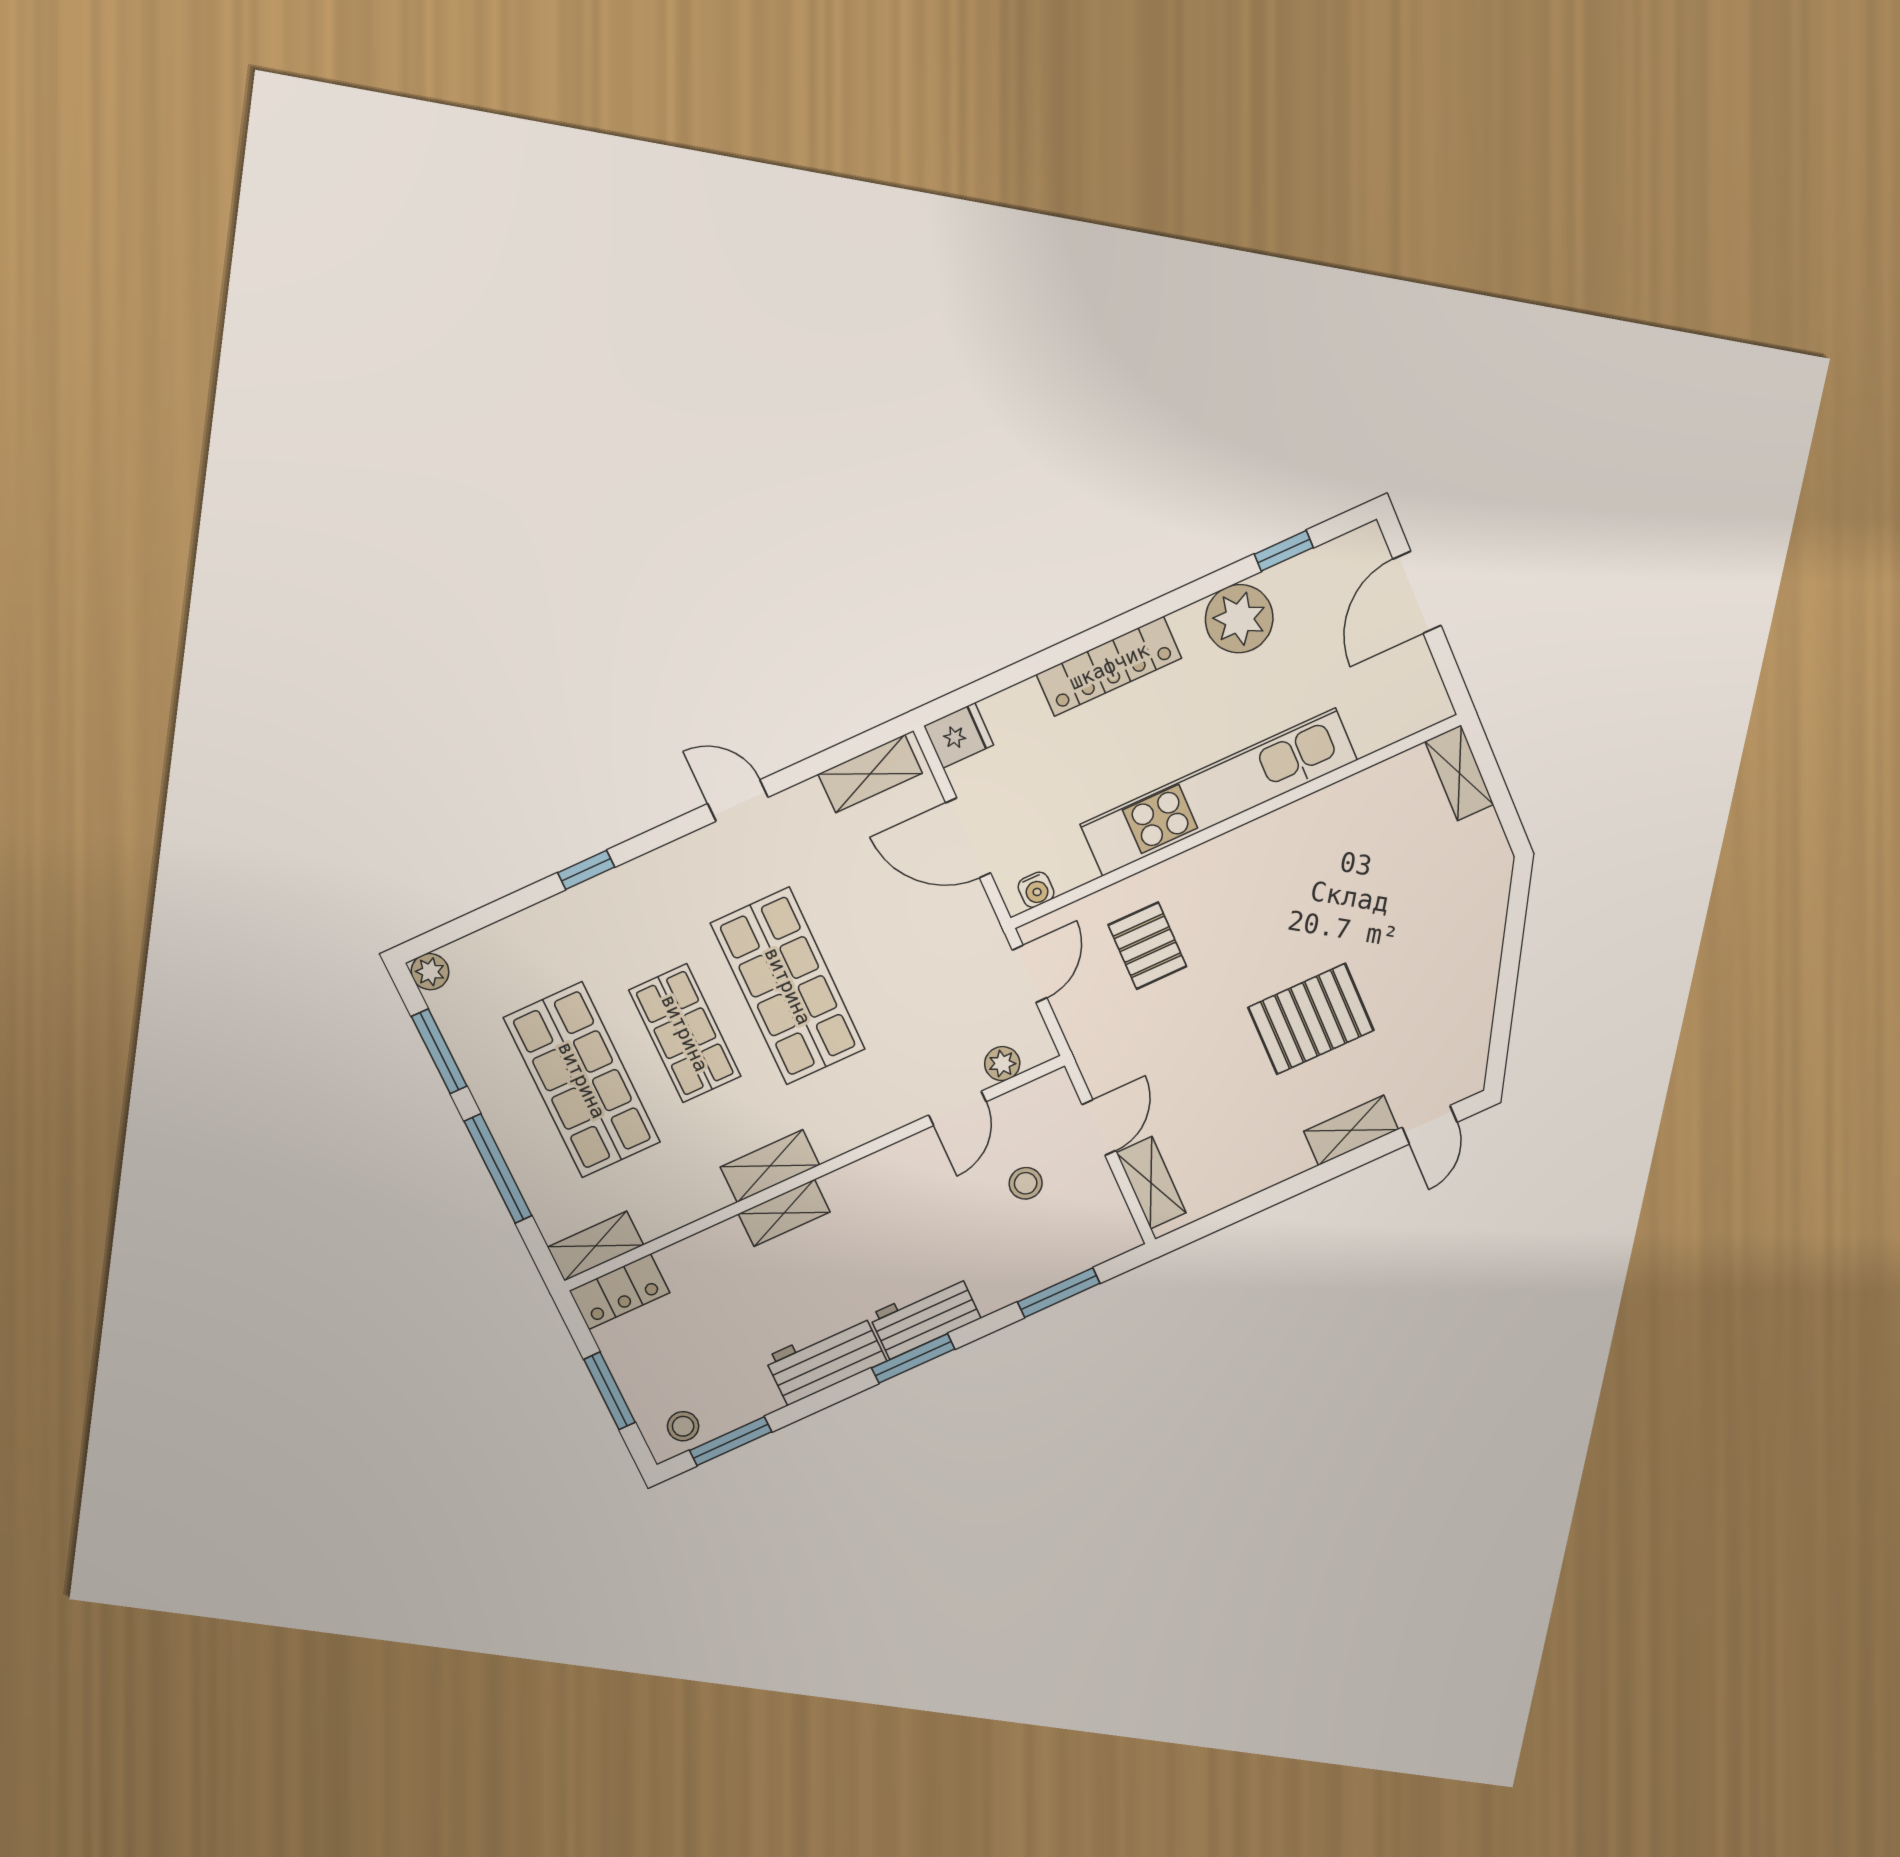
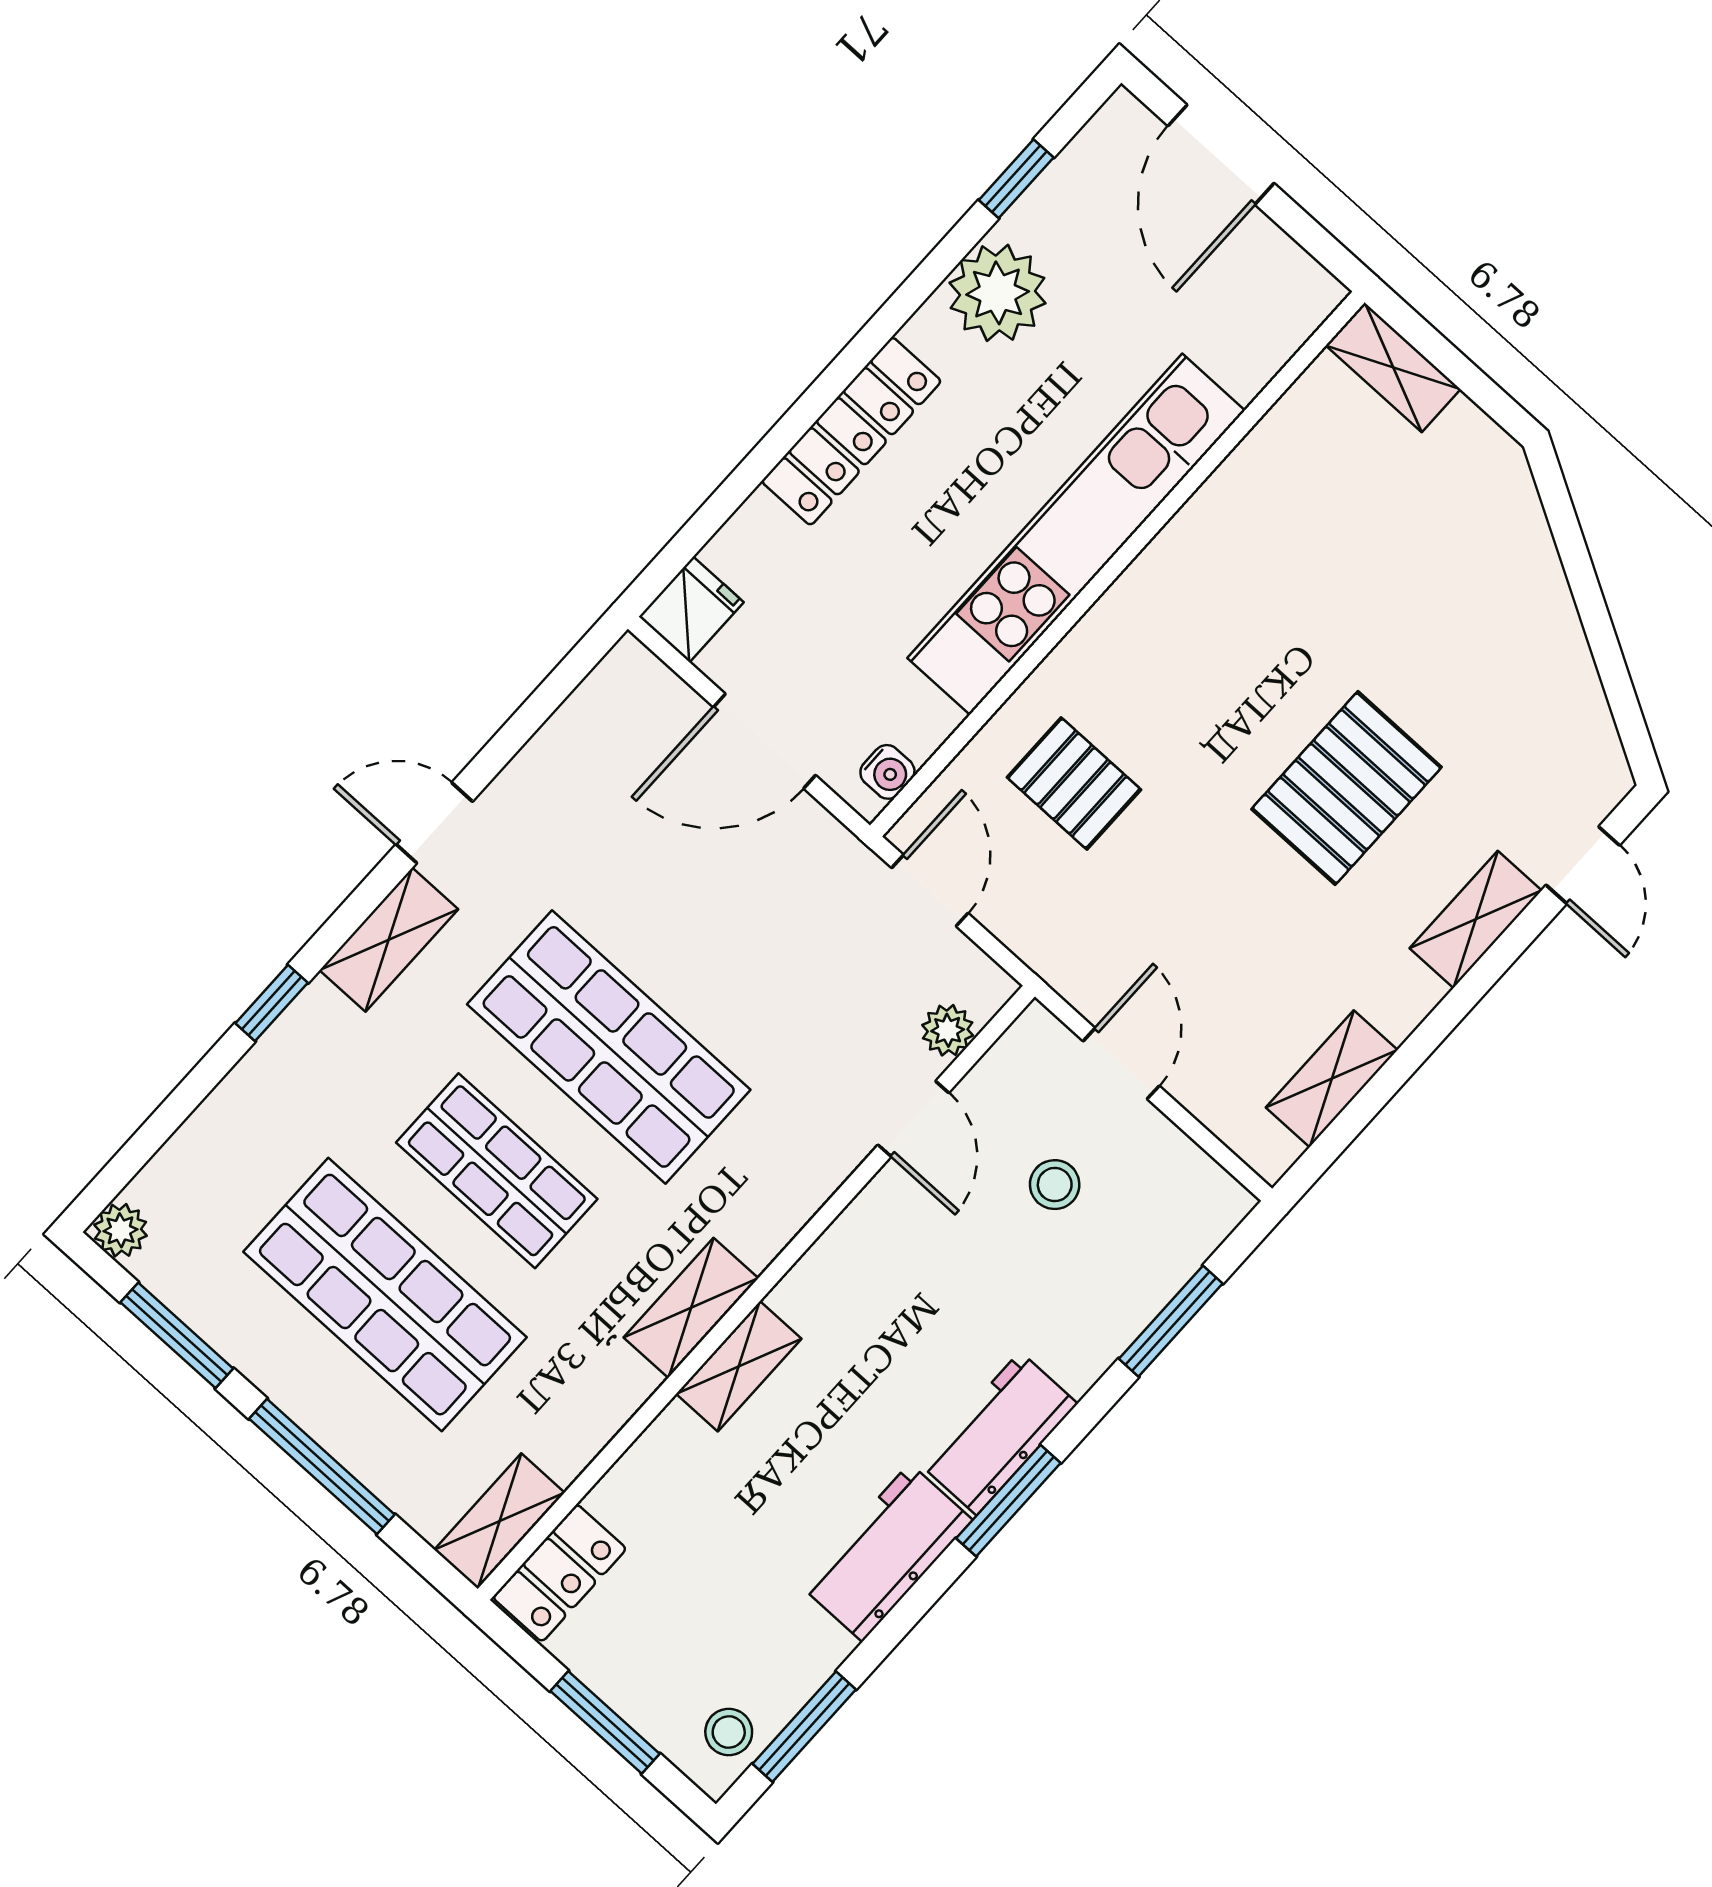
shelving: (870, 774) -> (389, 940), moved
shelving: (1151, 1183) -> (1332, 1079), moved, turned 90

